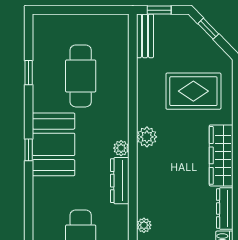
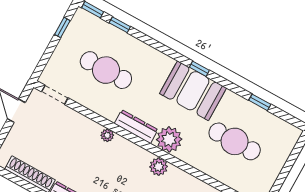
plant: (121, 148) -> (169, 139), width x1.88, depth x1.88
plant: (144, 225) -> (107, 135), moved

